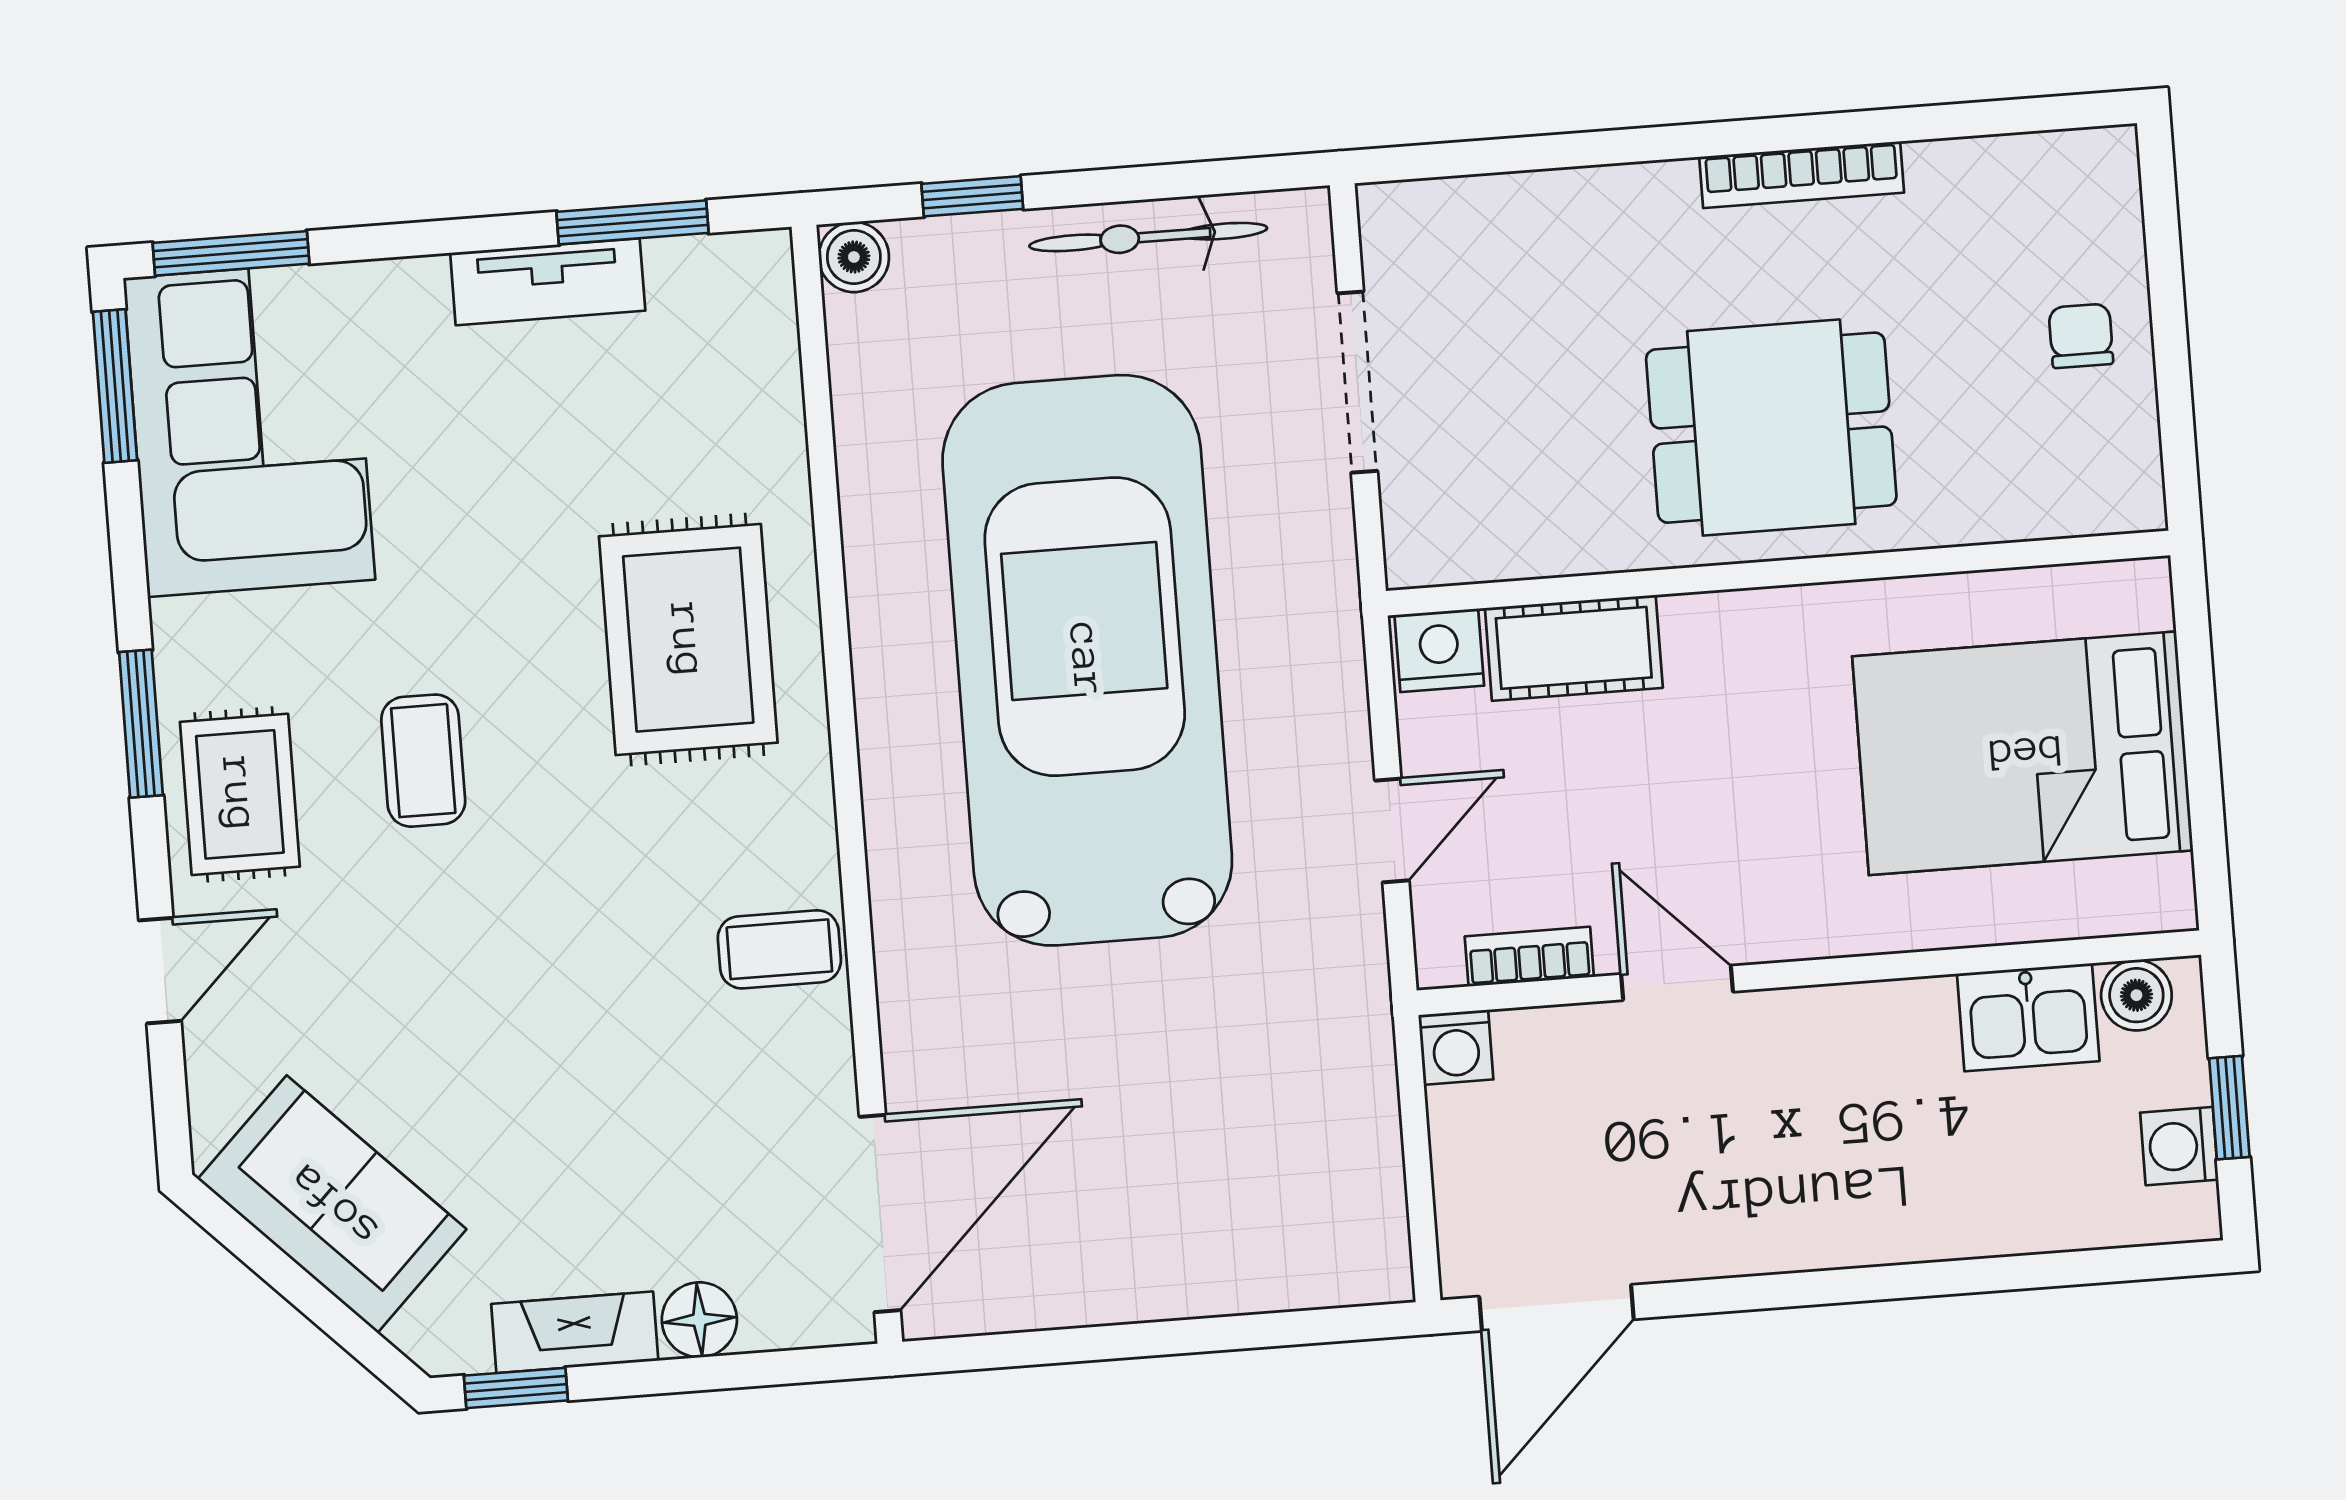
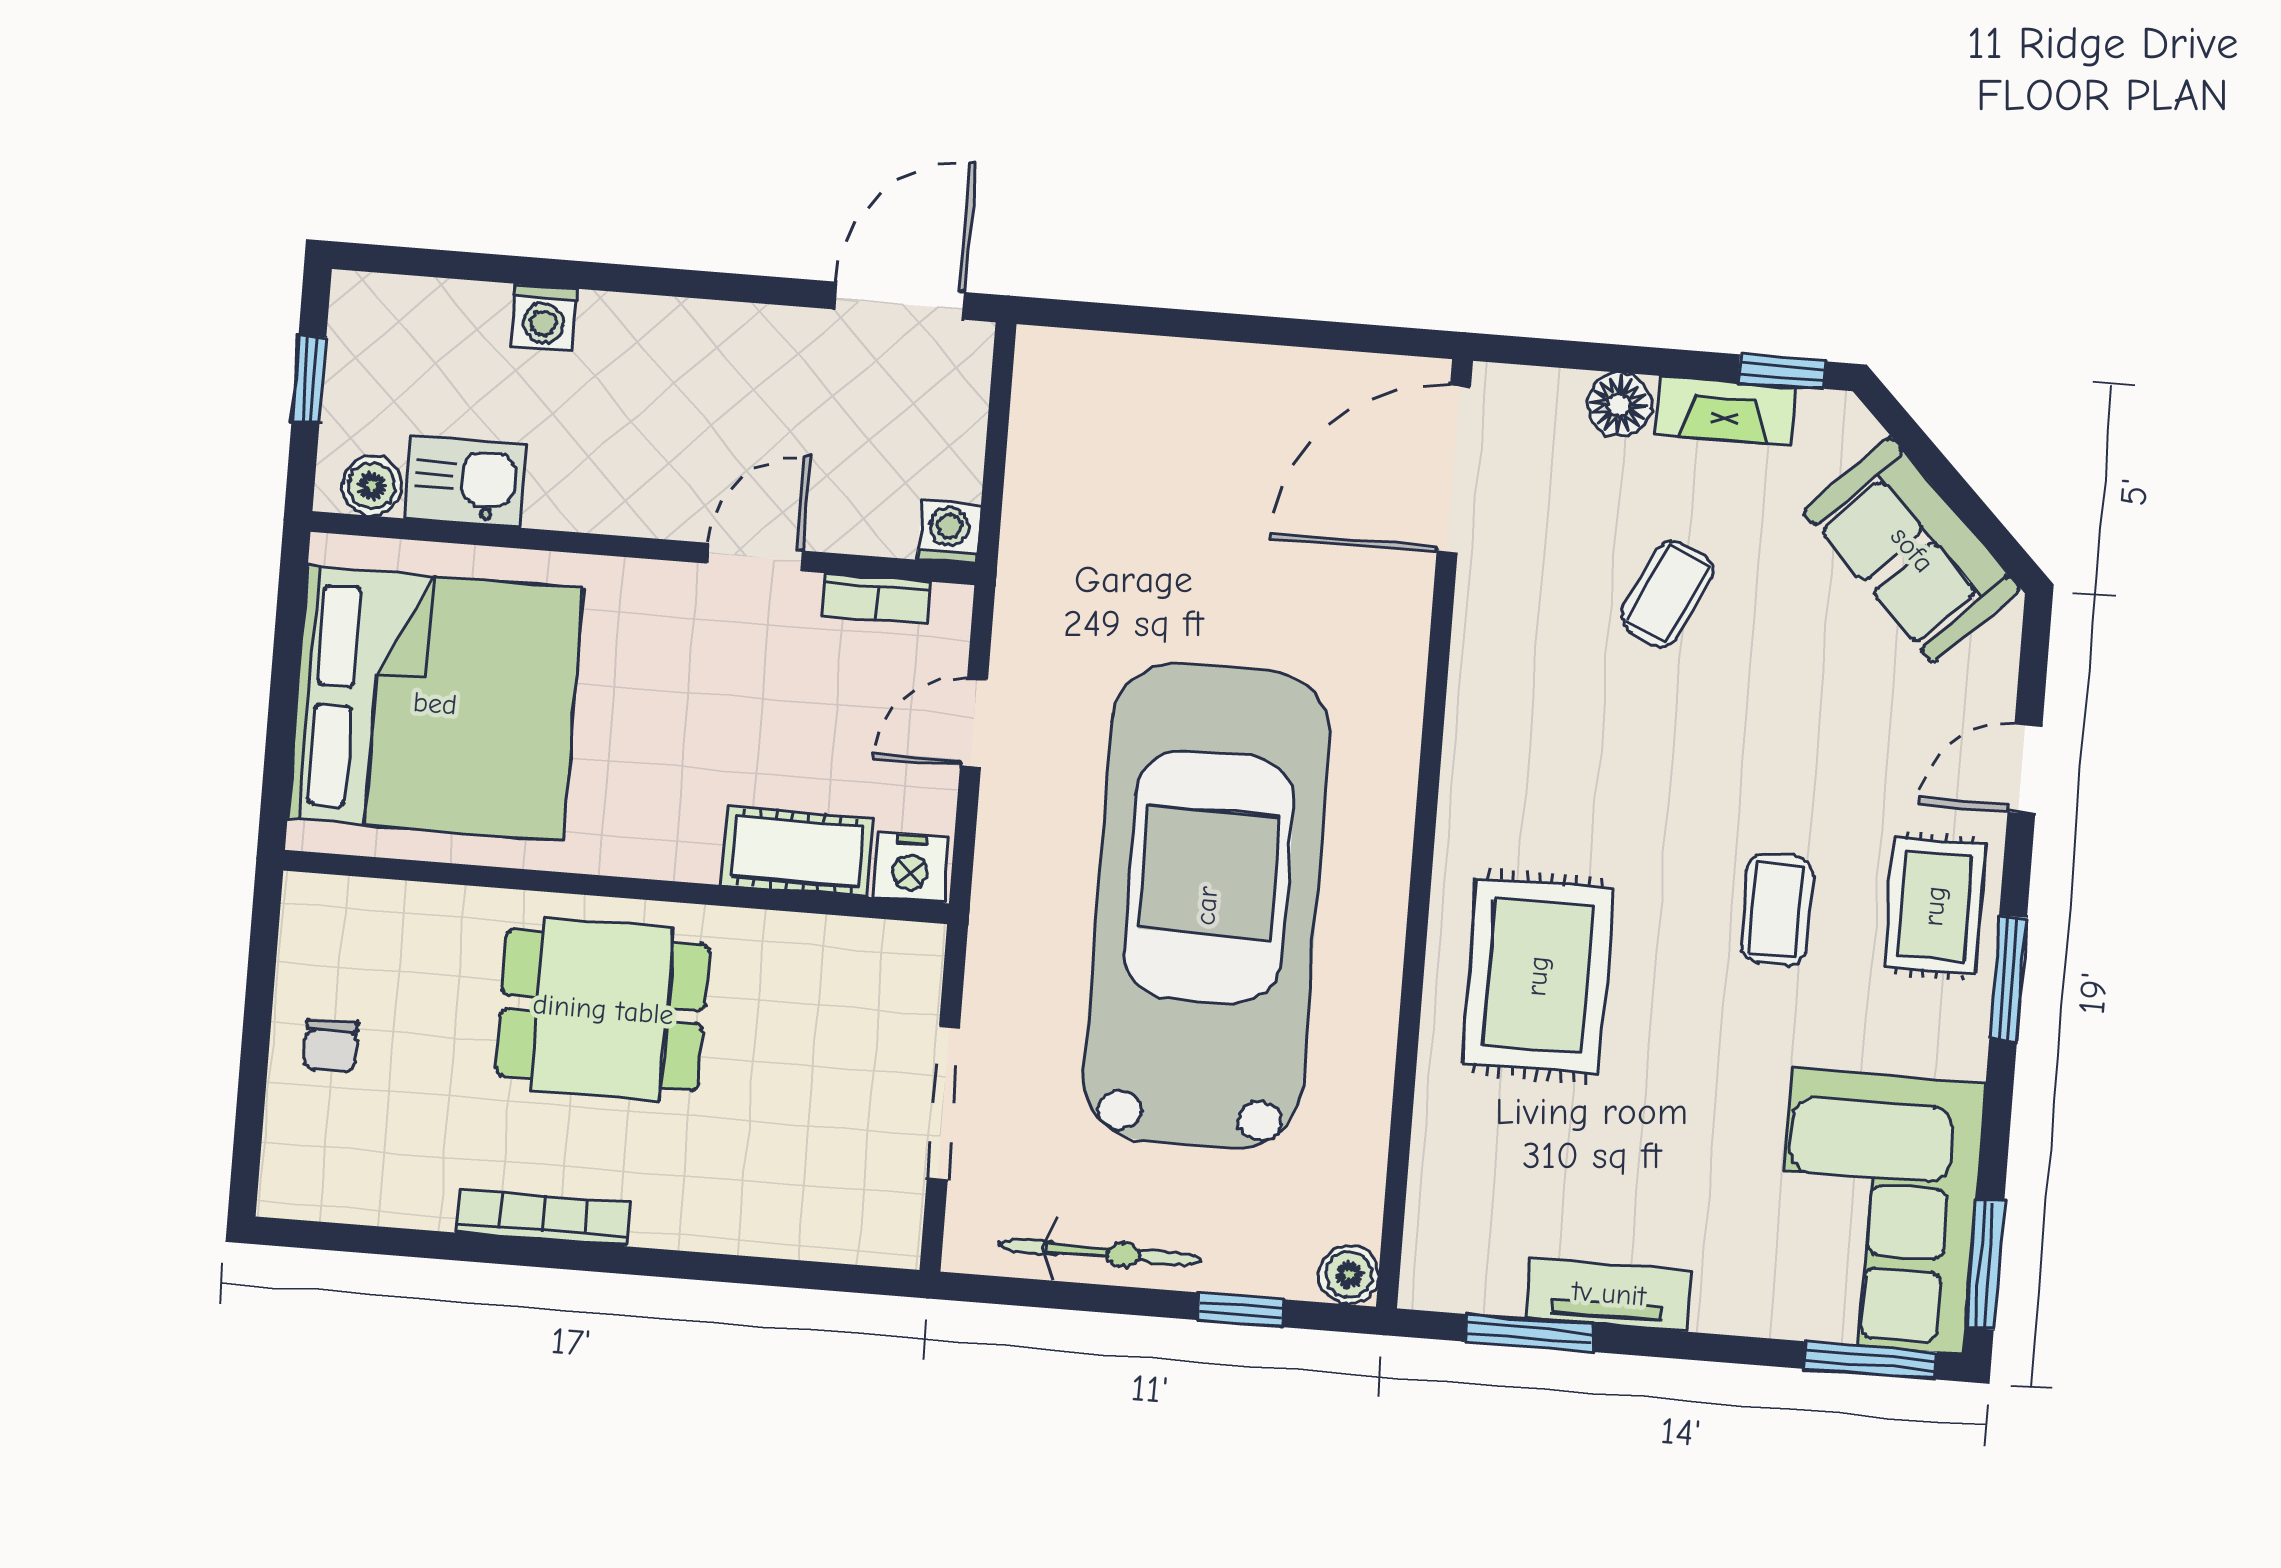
car: (1087, 660) -> (1207, 906), turned 180
bed: (2023, 753) -> (435, 704), width x1.36
coffee table: (779, 949) -> (1667, 594), moved, turned -64
door: (1677, 983) -> (755, 557), swing flipped
washing machine: (2179, 1146) -> (544, 317), moved, turned 90

